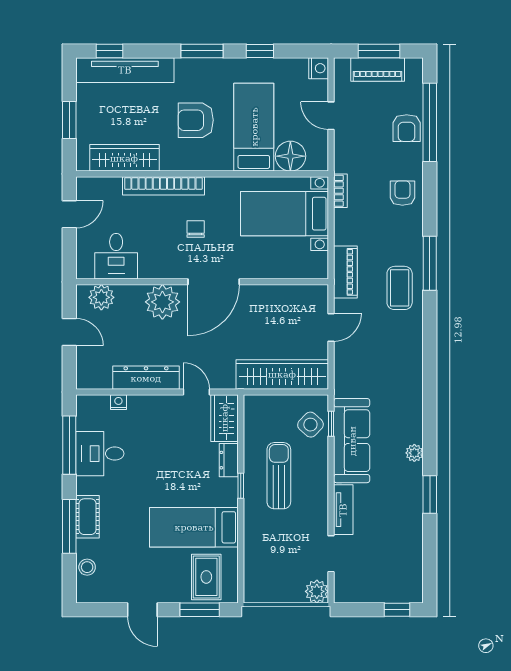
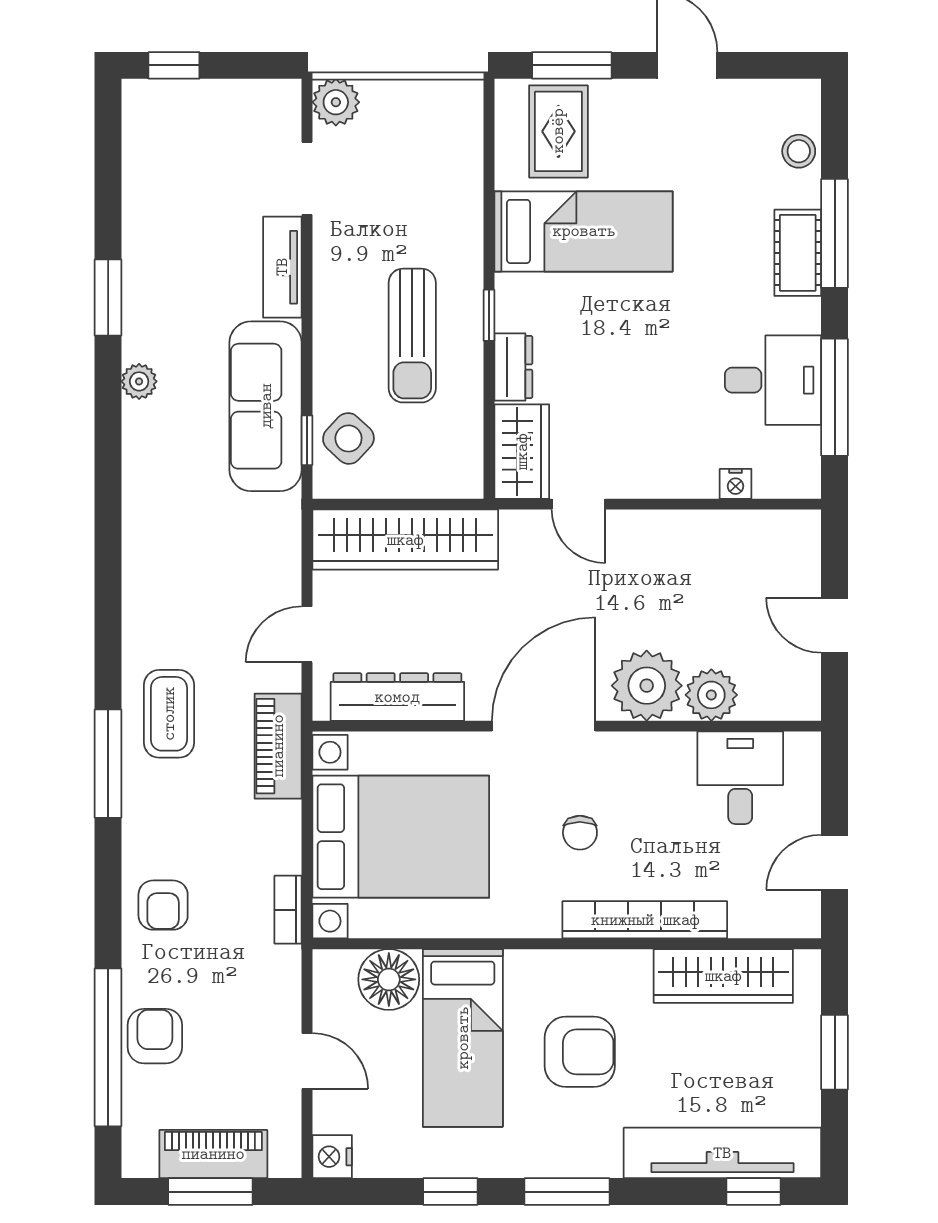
bed with nightstands: (285, 214) -> (401, 837), width x1.36
plant: (101, 297) -> (711, 695), moved
dresser: (146, 378) -> (397, 697), moved, turned 180

